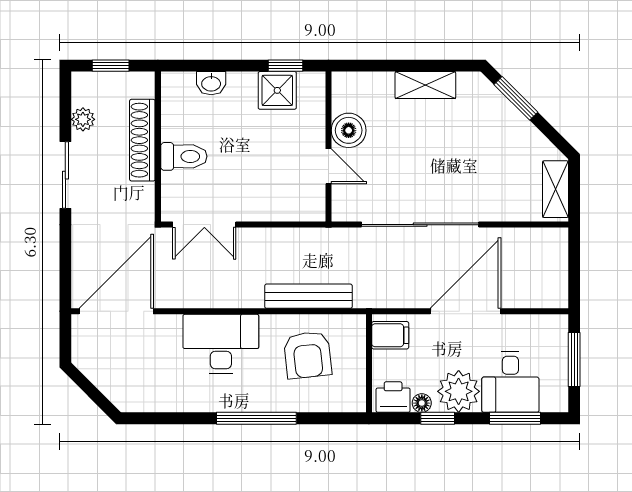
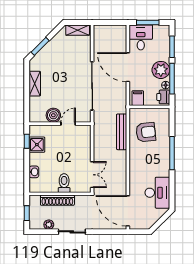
desk: (221, 344) -> (157, 193), moved, turned 180
desk: (510, 382) -> (141, 37), moved, turned -90
window: (438, 418) -> (172, 79), width x2.17

